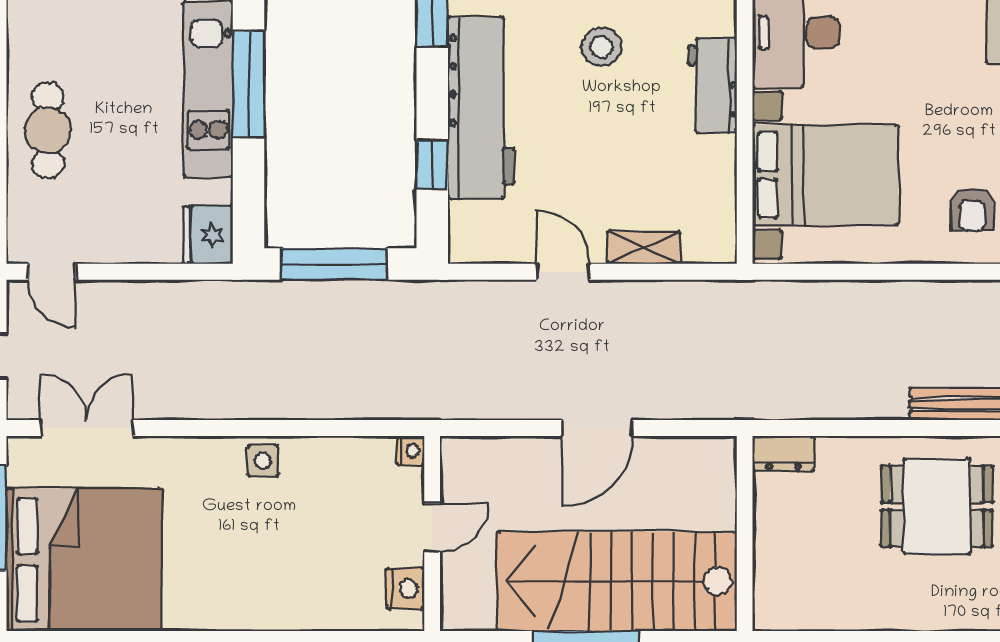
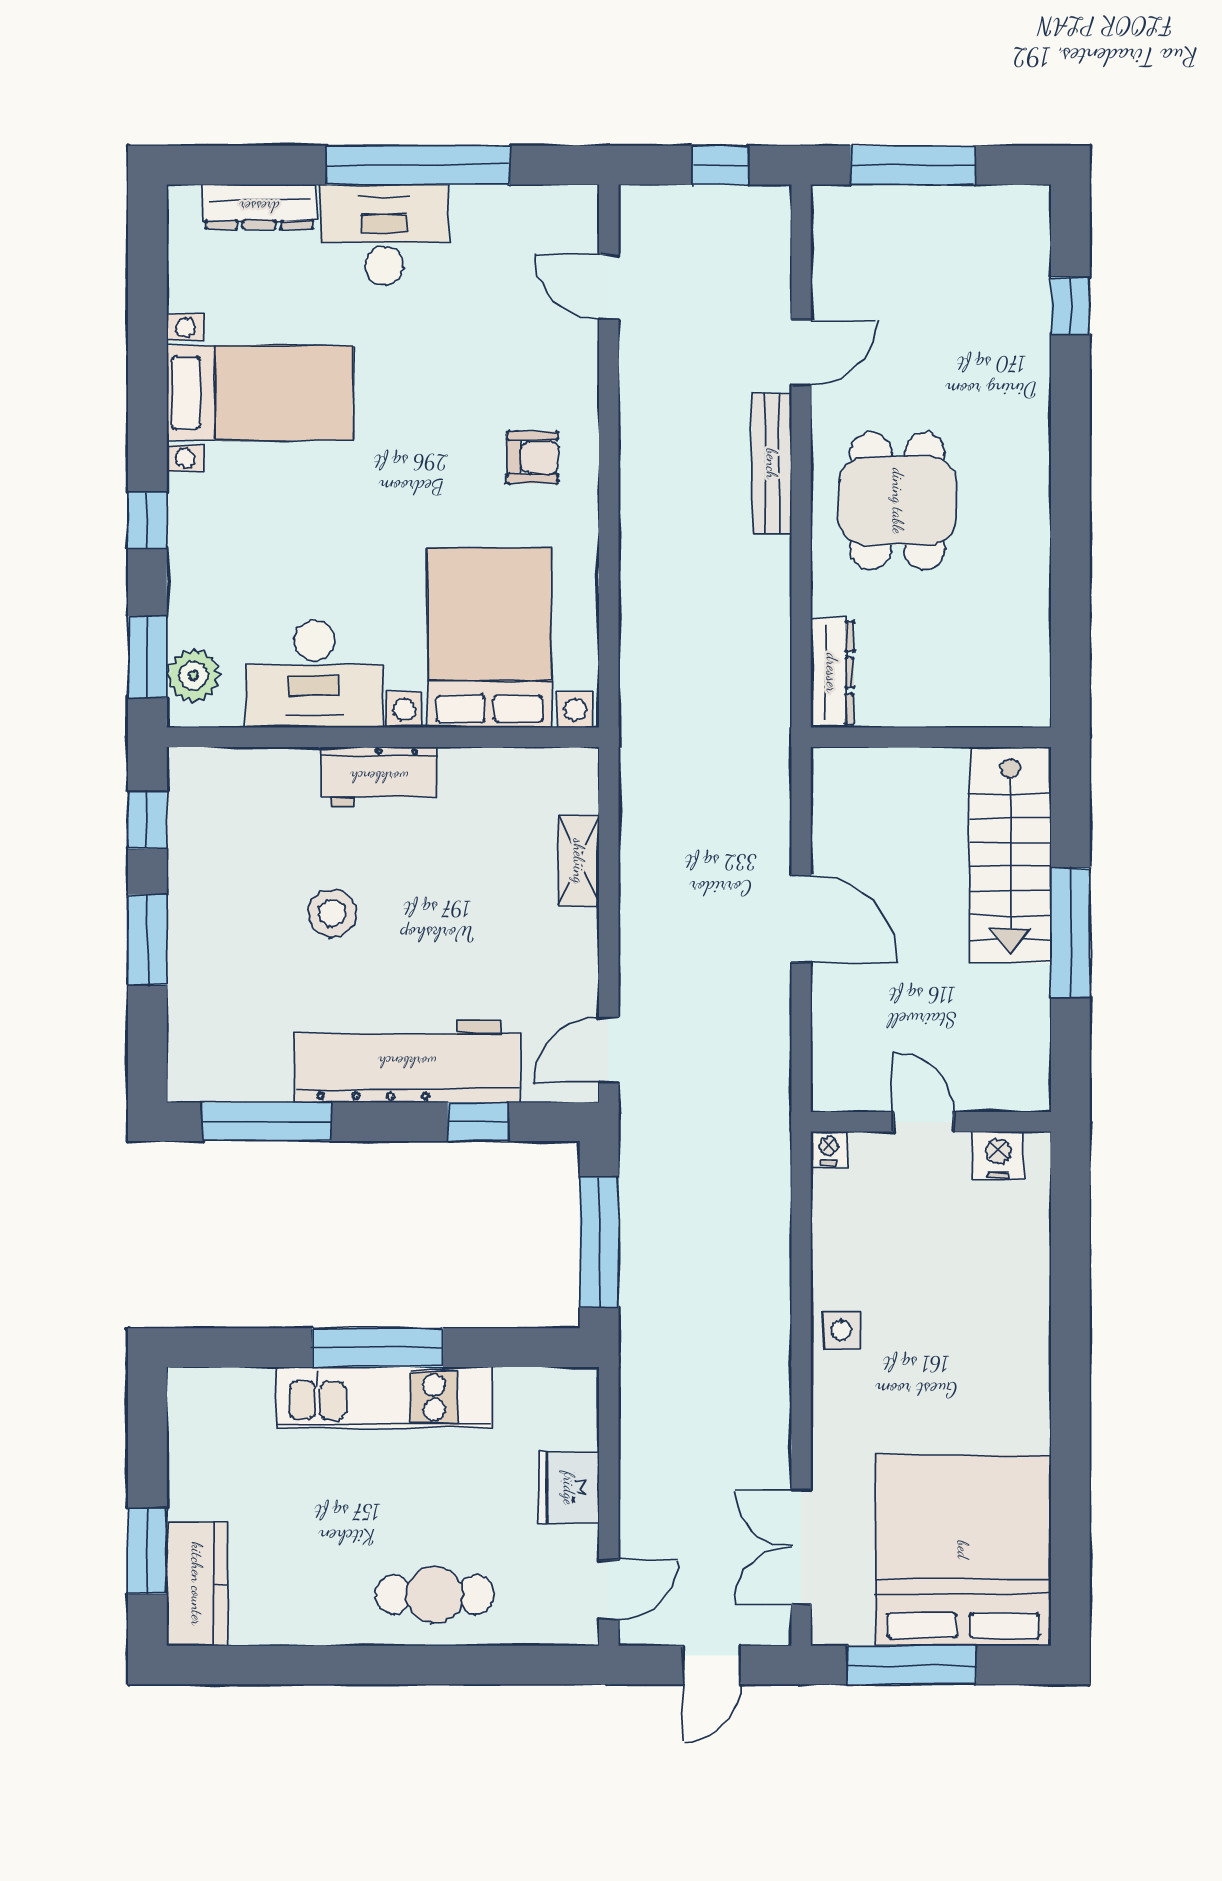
fridge: (208, 235) -> (569, 1488), moved, turned 90
door: (563, 272) -> (609, 1050), moved
dresser: (783, 453) -> (832, 673), width x1.44
stairs: (617, 581) -> (1010, 855), width x0.73, depth x0.66

